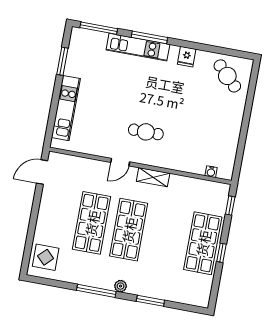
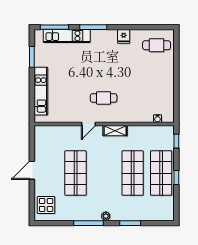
kitchen unit: (138, 47) -> (67, 36), moved
cafe table: (227, 76) -> (157, 45), turned -45
door: (42, 172) -> (32, 170), moved
shop shelf: (129, 230) -> (133, 173), moved

